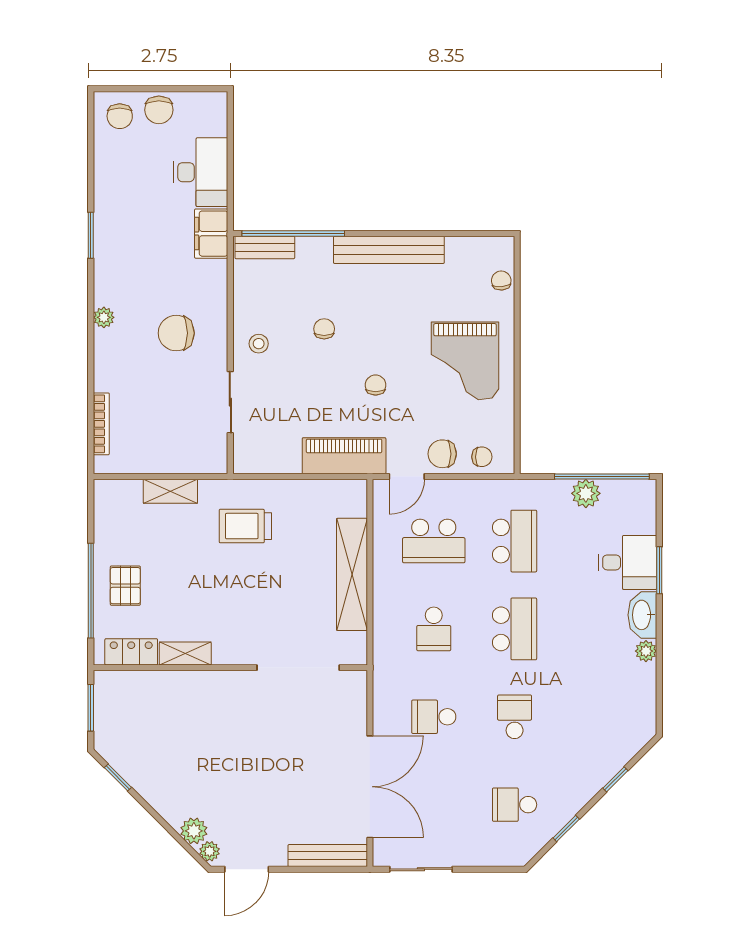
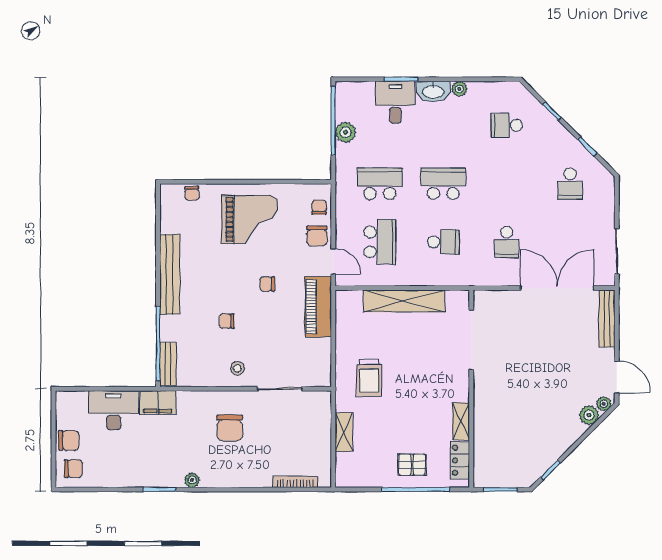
chair: (501, 281) -> (192, 193), turned -88
plant: (104, 317) -> (192, 480), moved
school desk: (515, 717) -> (507, 125), moved

